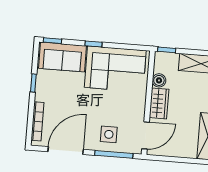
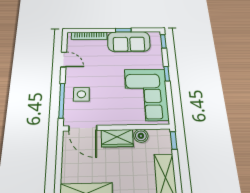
sofa: (63, 57) -> (129, 42), moved, turned -90
door: (66, 151) -> (64, 59), width x0.53

